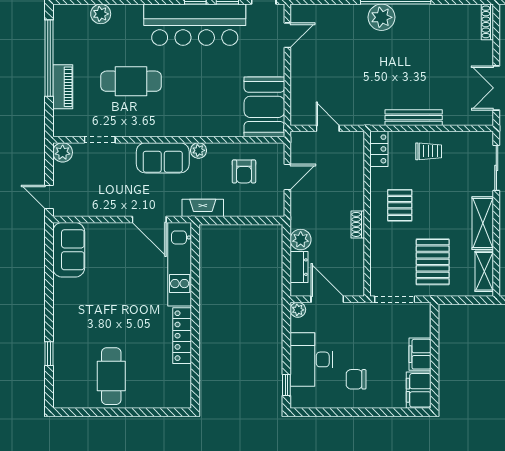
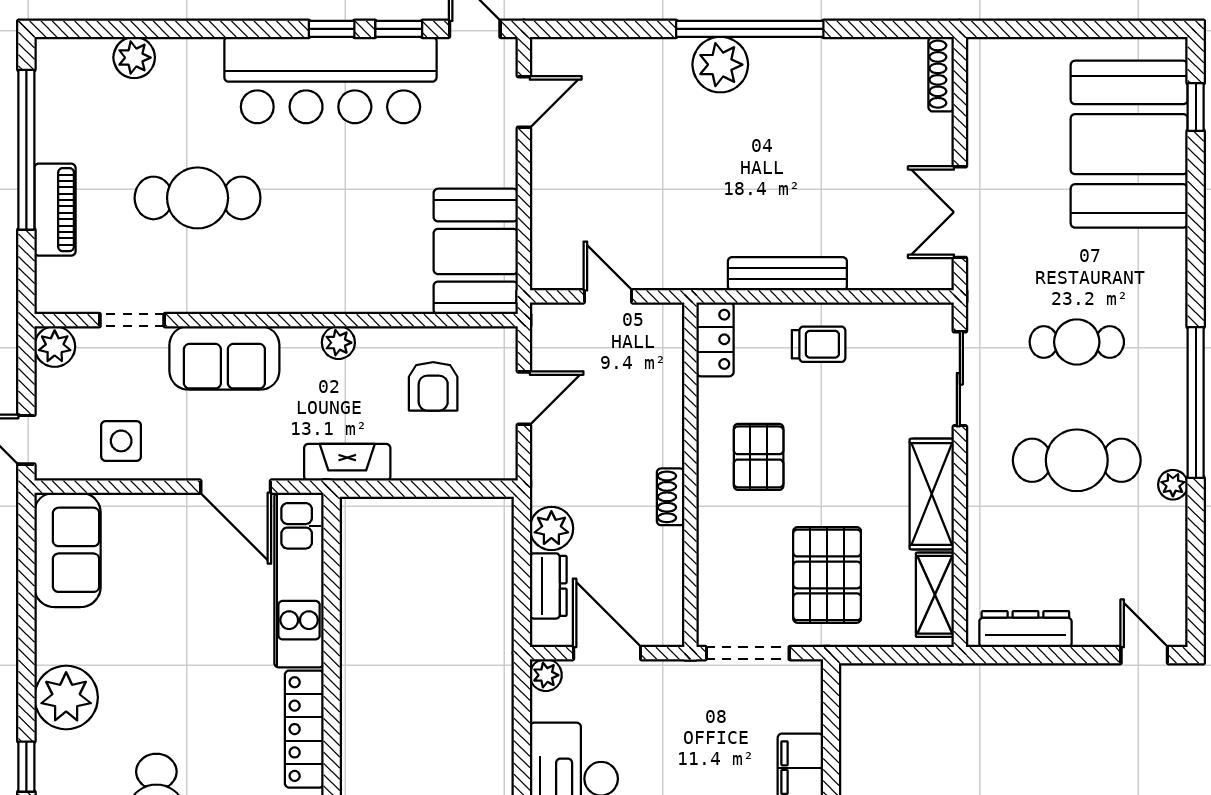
sofa: (163, 158) -> (224, 358), moved
side table: (94, 198) -> (121, 441), added
plant: (68, 321) -> (66, 697), added

